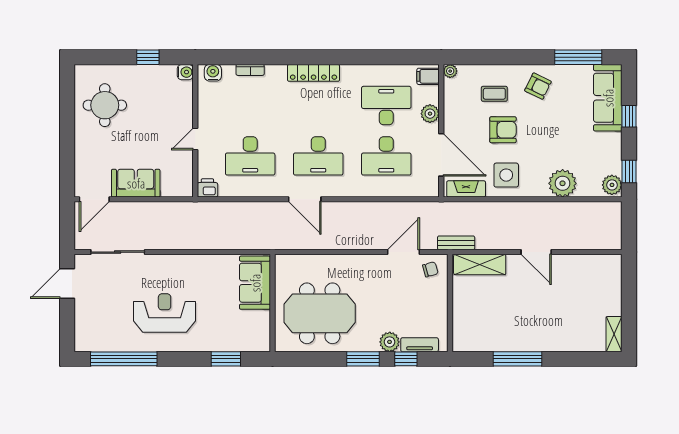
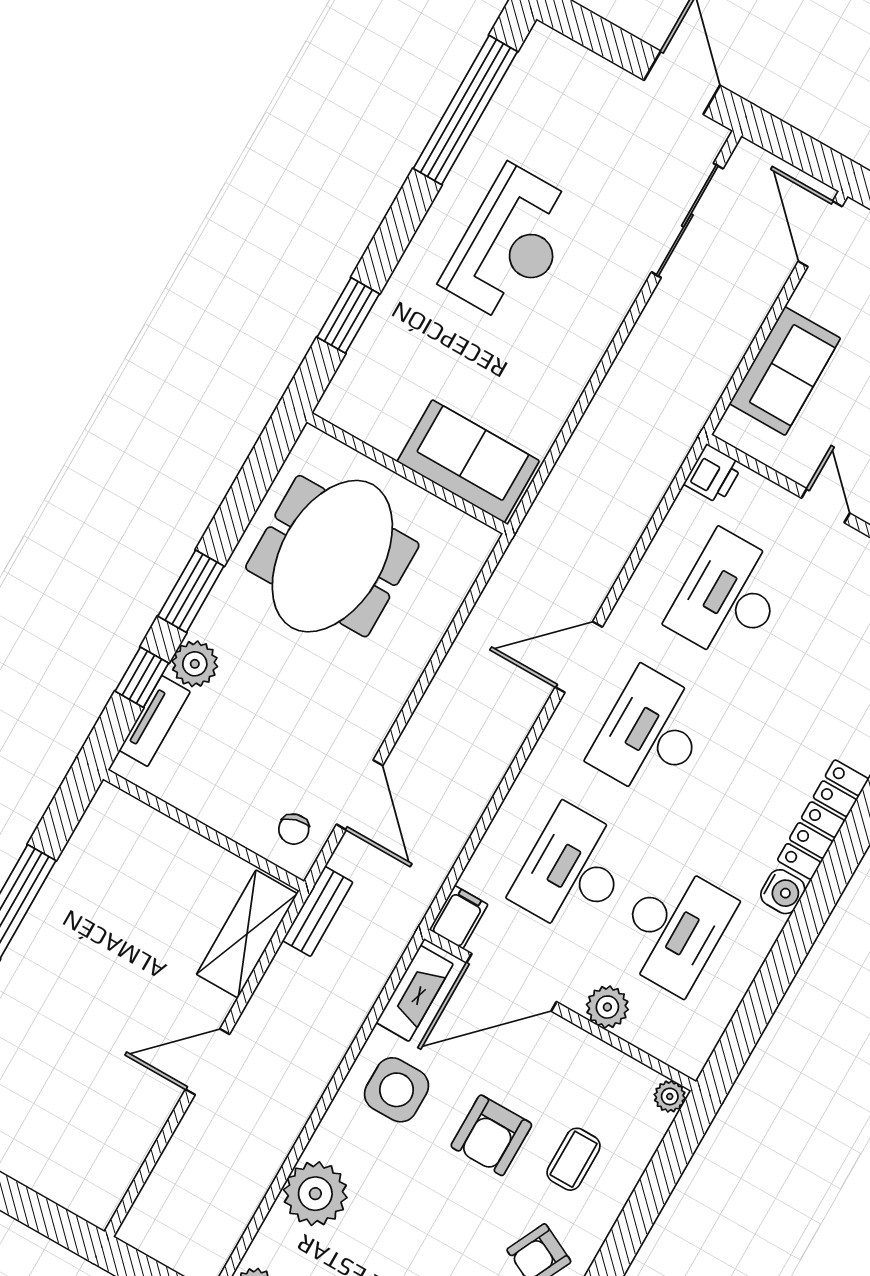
water cooler: (349, 73) -> (783, 892), added
filing cabinet: (428, 76) -> (459, 917), moved
sofa: (136, 183) -> (785, 371), moved

